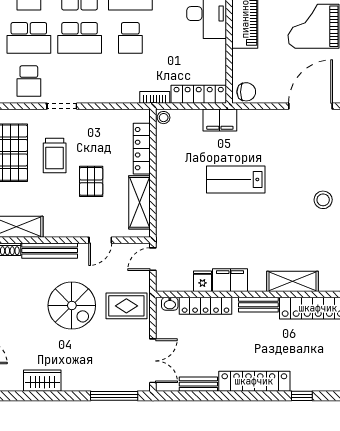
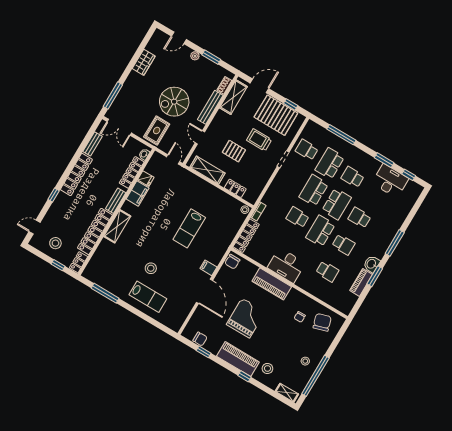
filing cabinet: (220, 120) -> (208, 268), moved, width x0.50
locker: (142, 149) -> (235, 188), width x0.66
lab bench: (236, 179) -> (189, 228), turned 180

